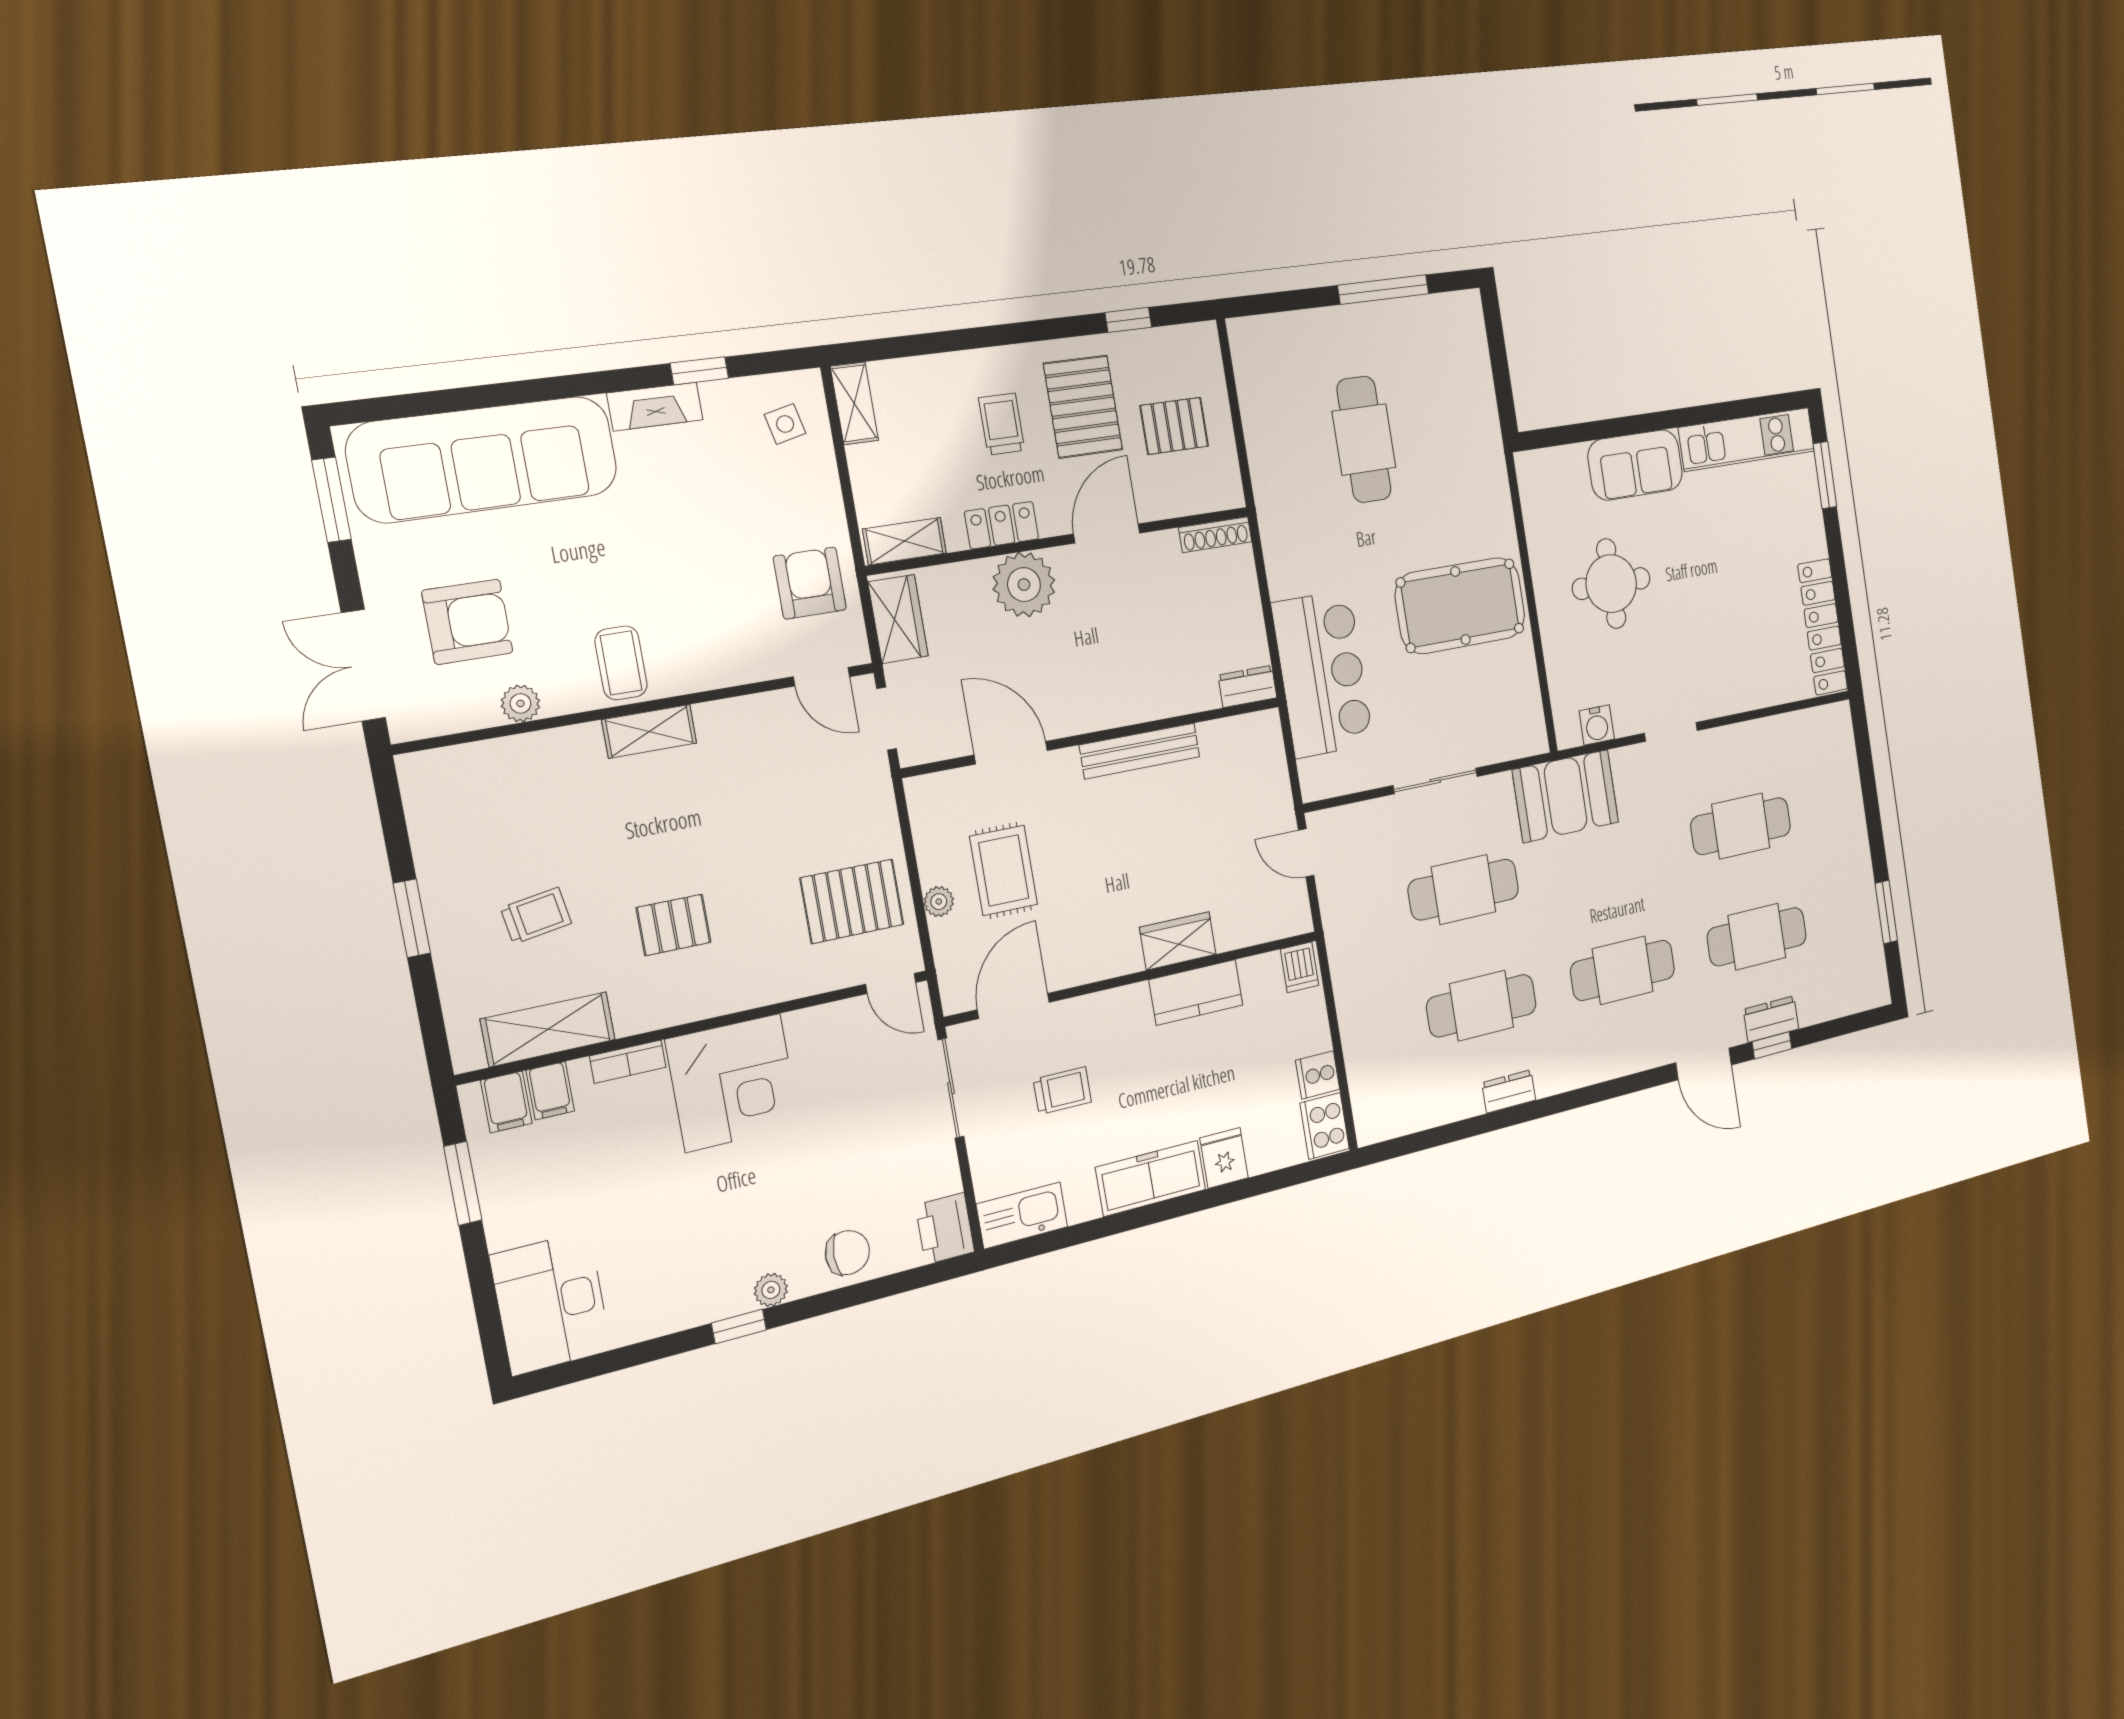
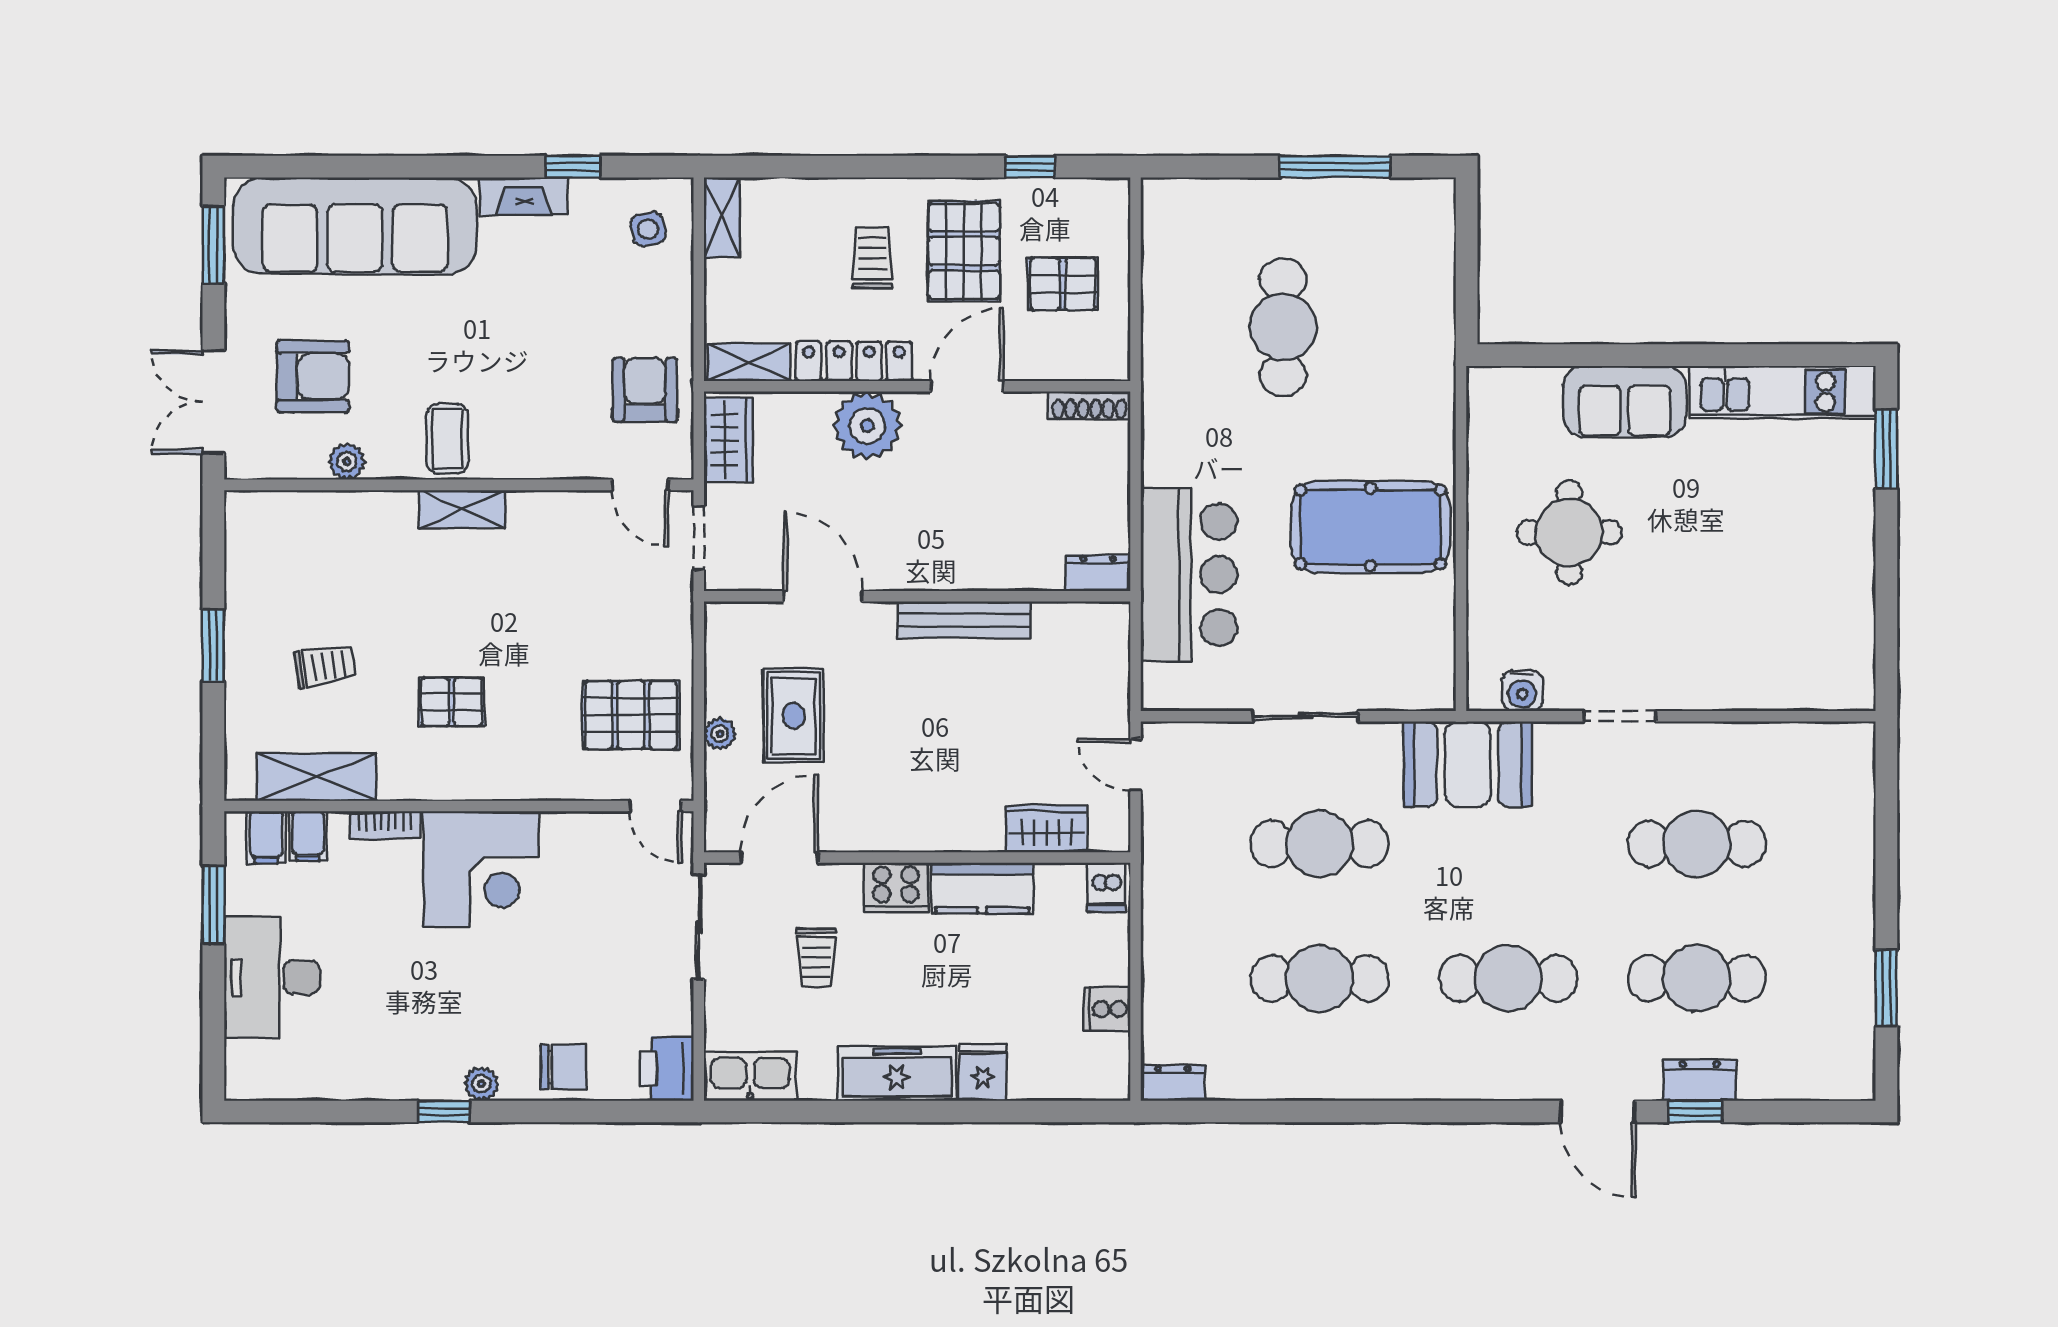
locker: (1002, 525) -> (854, 361), width x1.53
locker: (1823, 627) -> (1852, 629), removed
wardrobe: (1178, 941) -> (1047, 829), moved
trolley: (1062, 1091) -> (816, 957), turned 90
dresser: (1509, 1091) -> (1173, 1083), moved
cooker: (1325, 1126) -> (896, 887), moved, turned -90
desk: (551, 1303) -> (272, 977), moved

